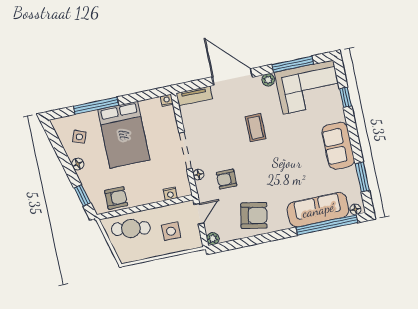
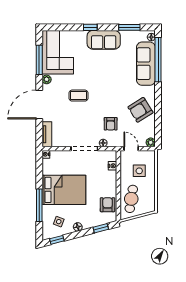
window: (345, 97) -> (90, 27), moved
window: (54, 139) -> (57, 240), added
armchair: (254, 215) -> (140, 110), turned -133

